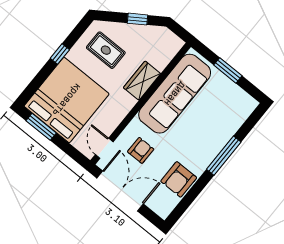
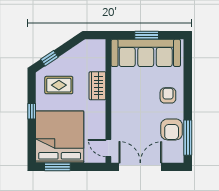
window: (138, 19) -> (49, 58), moved
sofa: (175, 94) -> (146, 53), moved, turned 90
armchair: (141, 150) -> (168, 95), moved
window: (224, 156) -> (188, 138), moved

